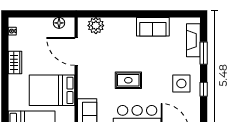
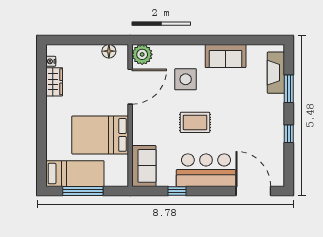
plant: (96, 26) -> (142, 54), moved
door: (76, 51) -> (130, 87), swing flipped
wardrobe: (15, 63) -> (54, 82), moved
side table: (181, 83) -> (186, 79), moved

